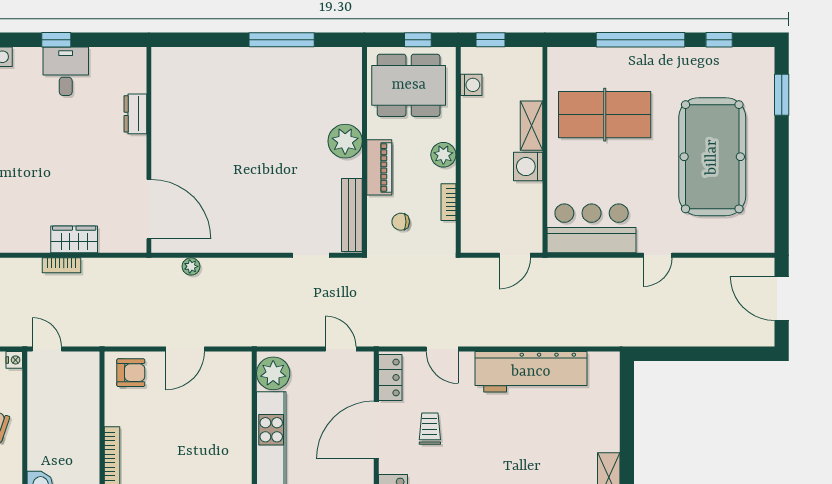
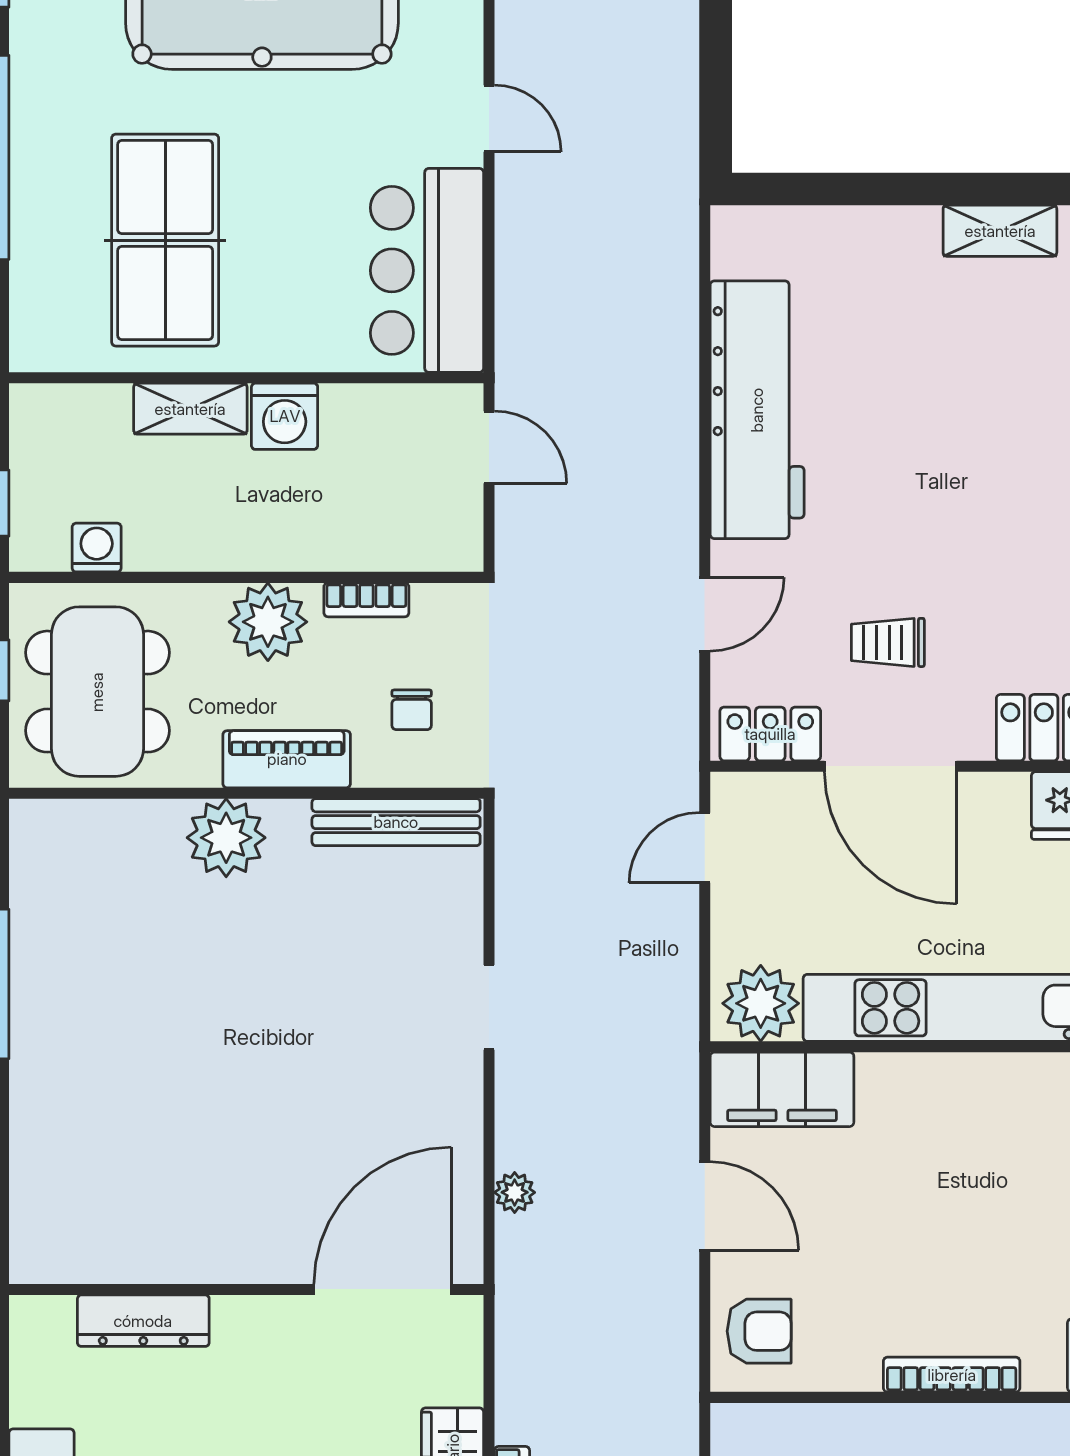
dresser: (135, 114) -> (143, 1321), width x1.44
plant: (443, 155) -> (268, 622), width x1.36, depth x1.36
doorway: (311, 255) -> (489, 1007), moved
armchair: (131, 373) -> (759, 1331), turned 90
filing cabinet: (236, 383) -> (782, 1089), added

